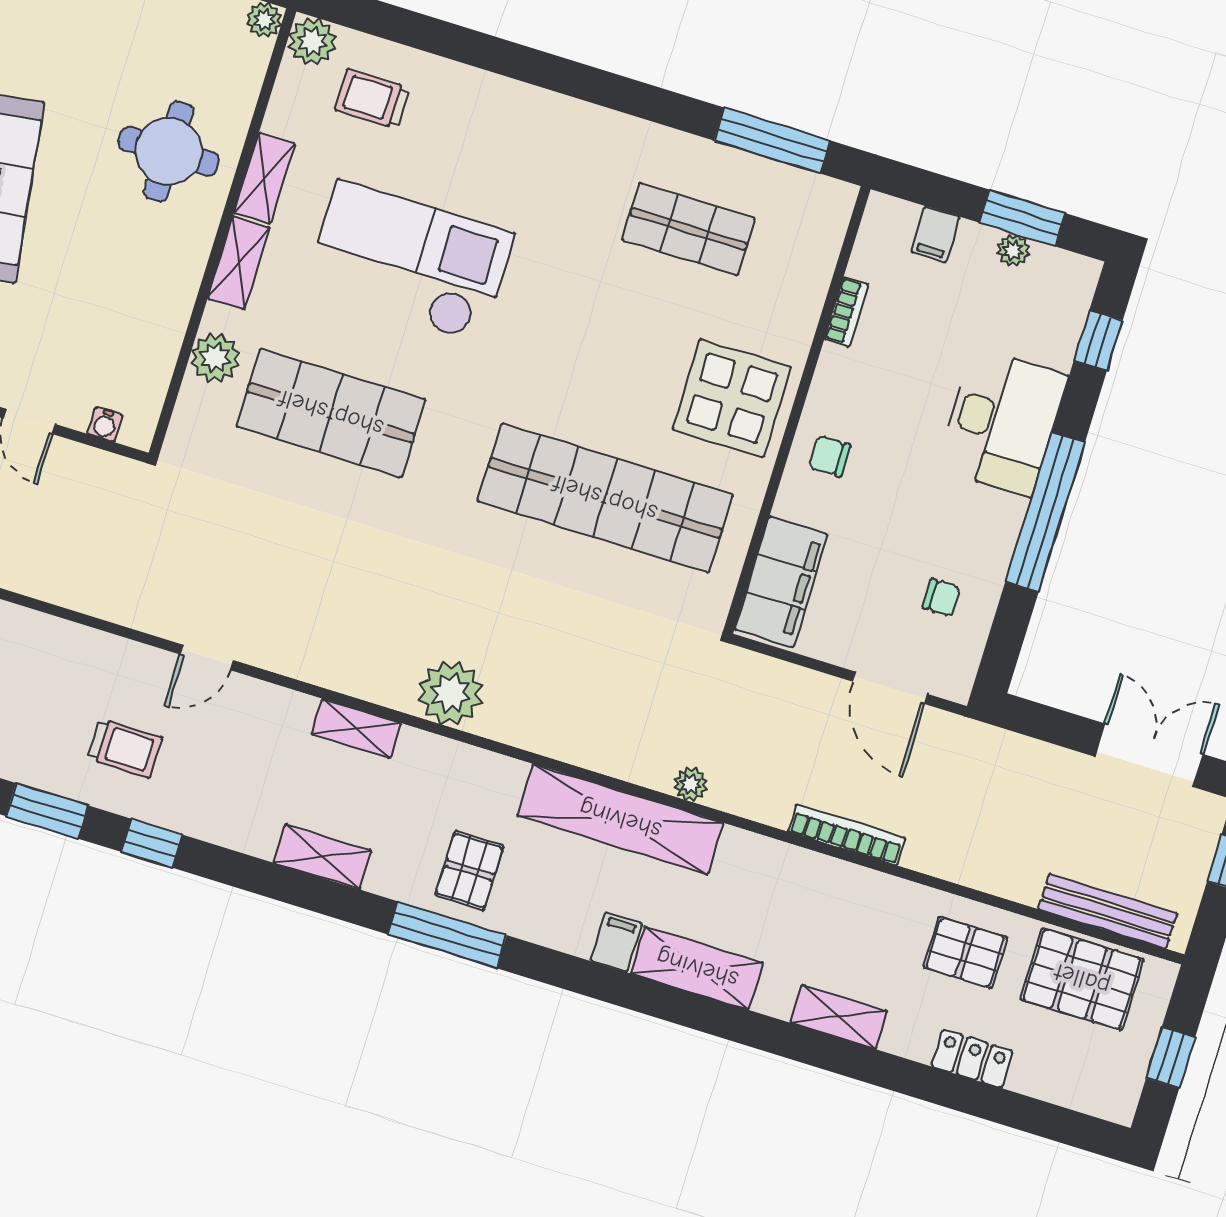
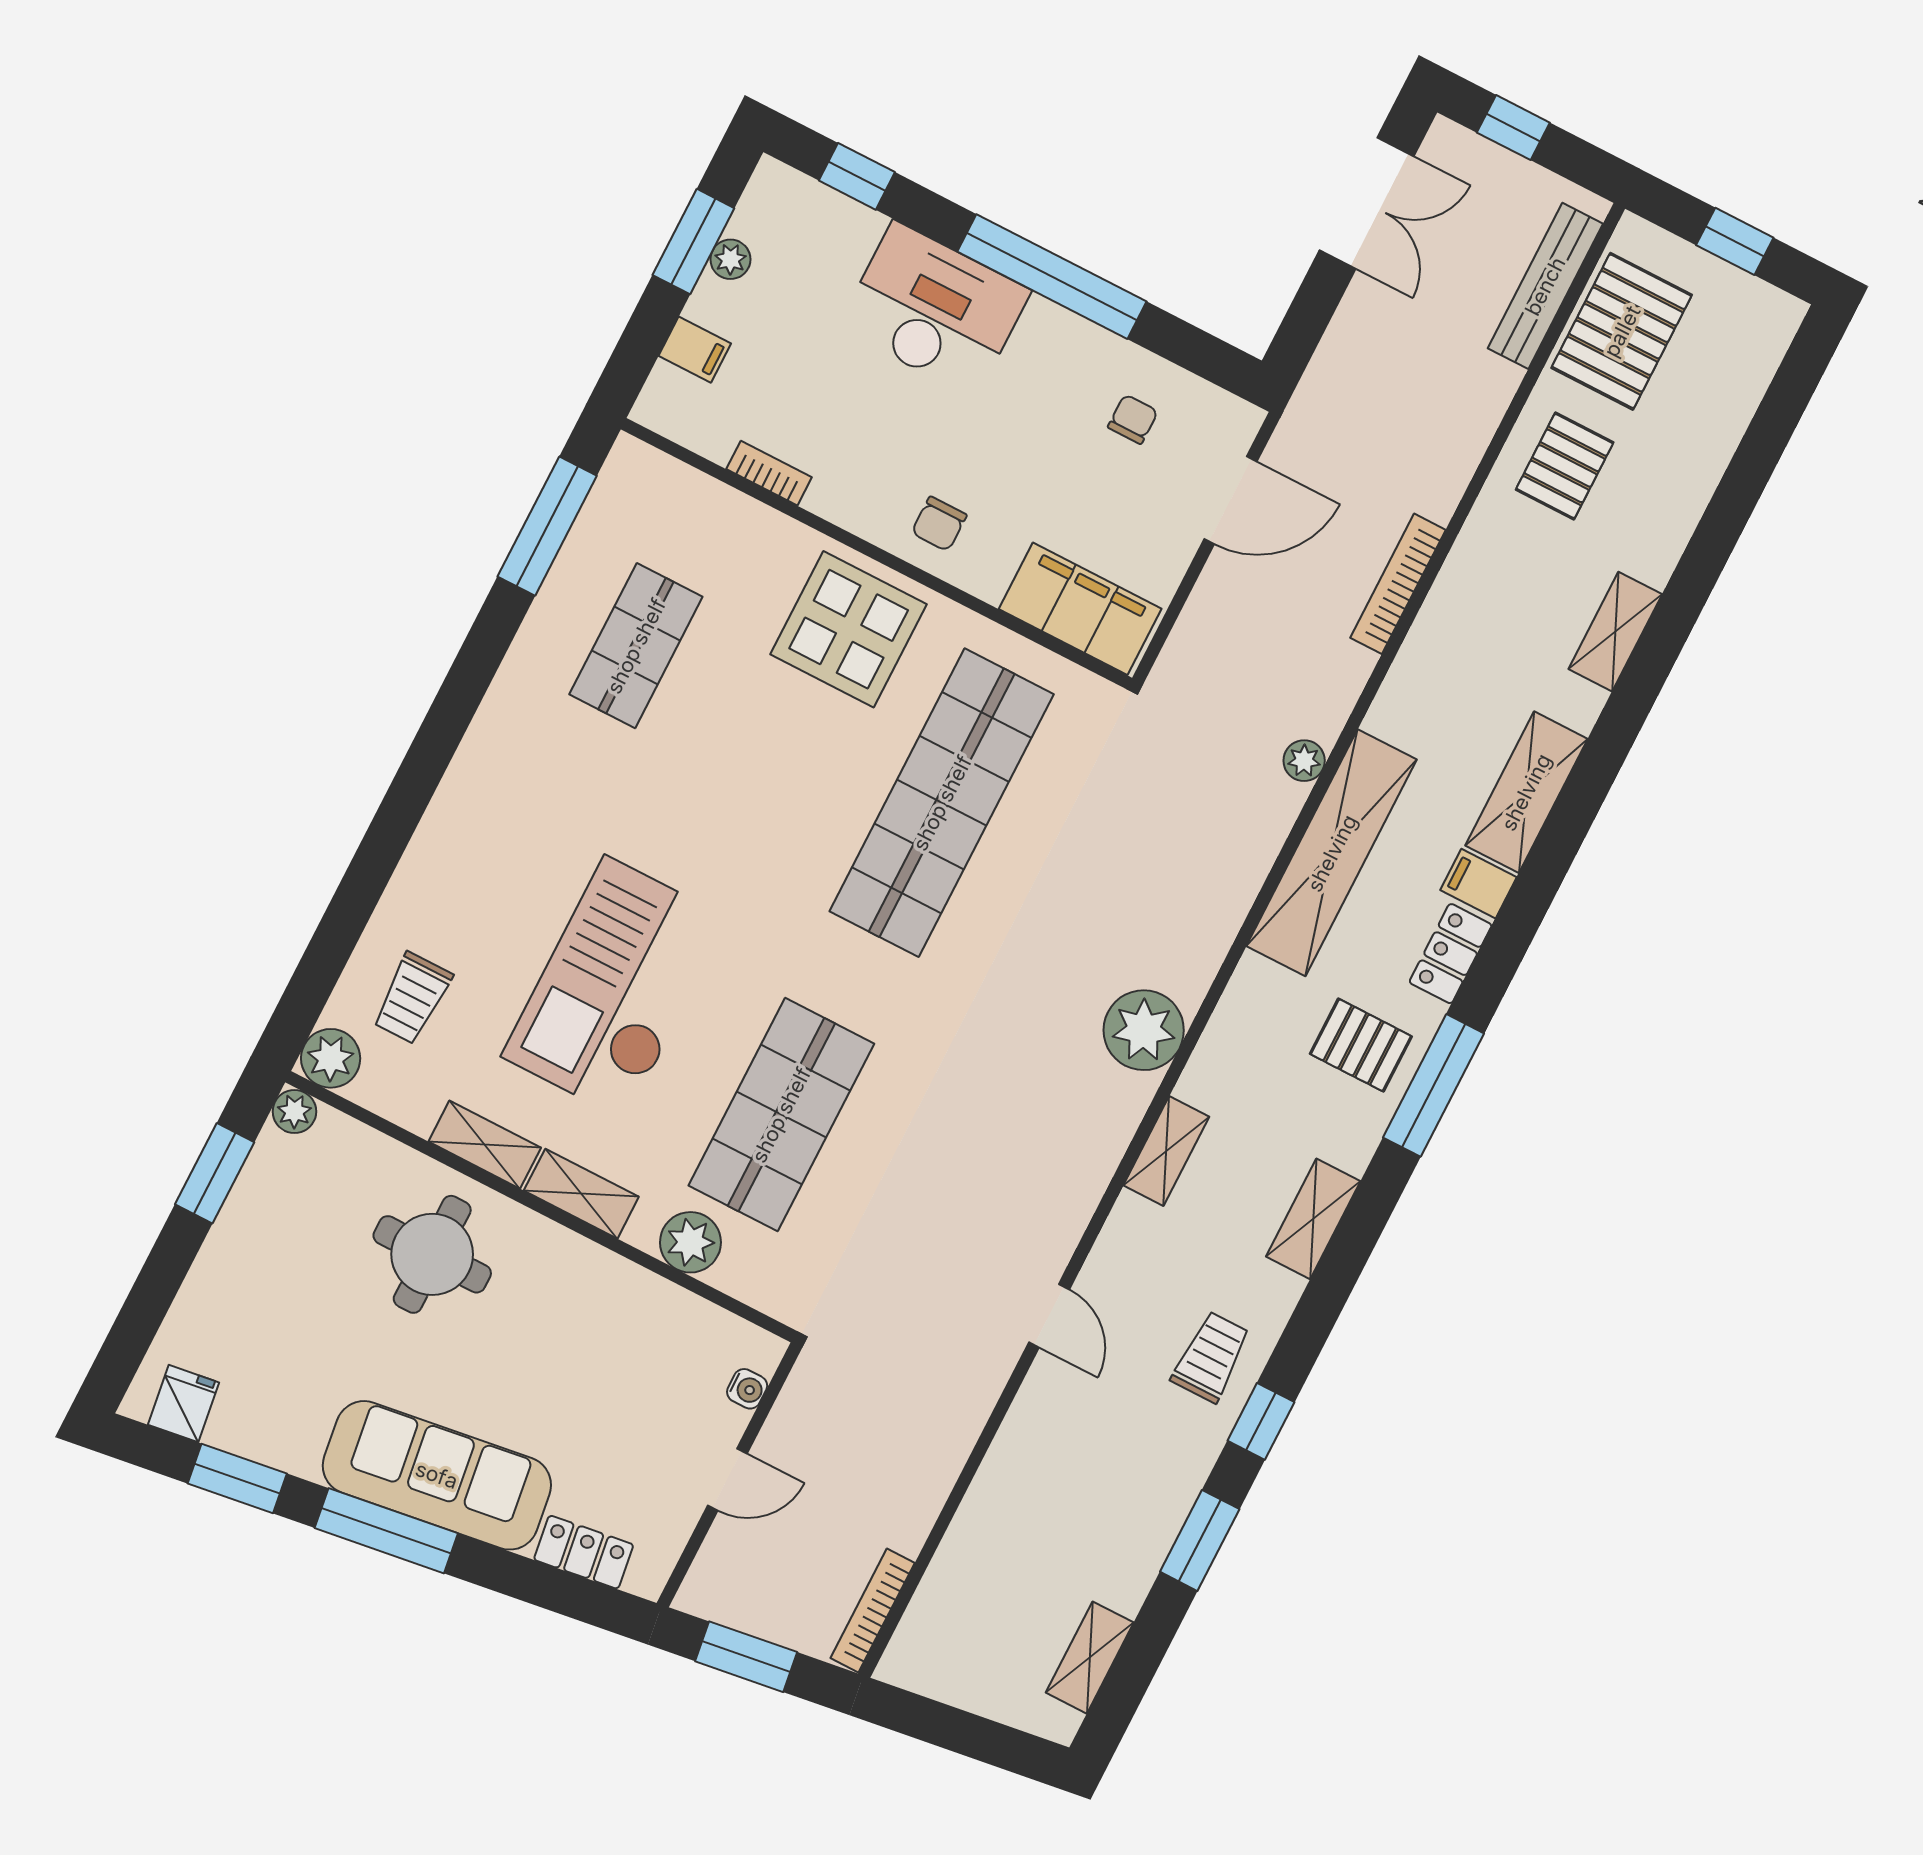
trolley: (125, 748) -> (1211, 1357), moved
double door: (1149, 755) -> (1367, 203), swing flipped
locker: (972, 1059) -> (1451, 954), moved

